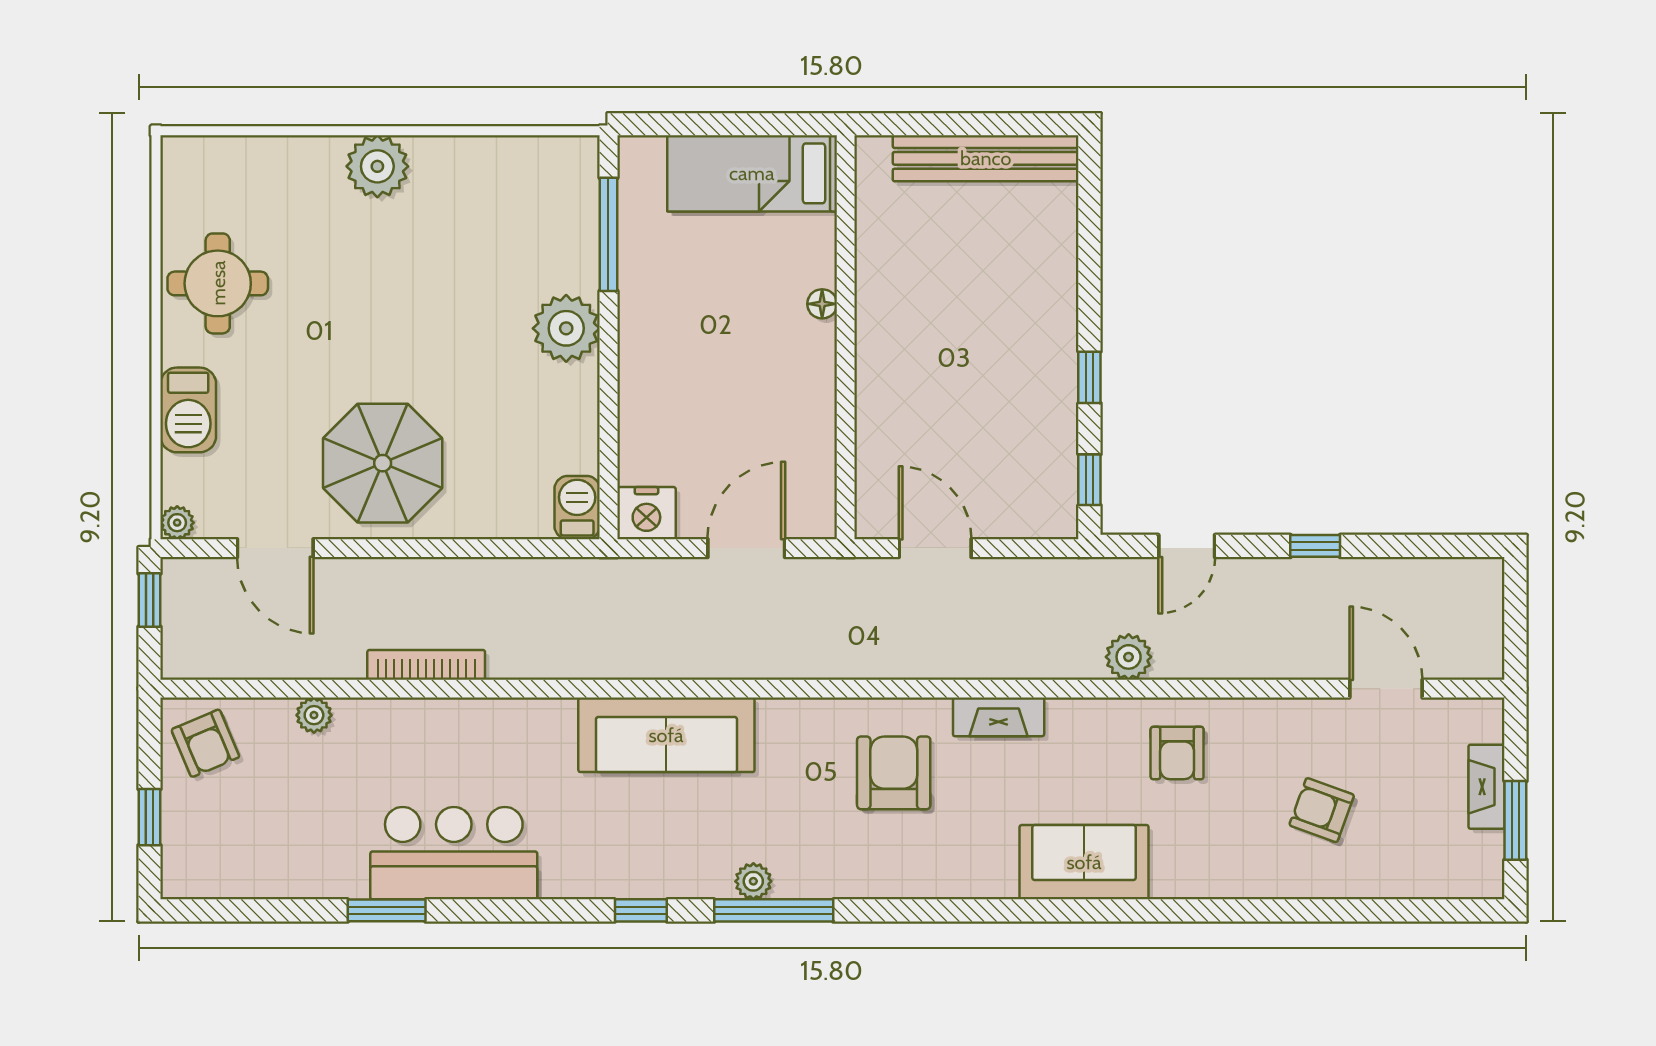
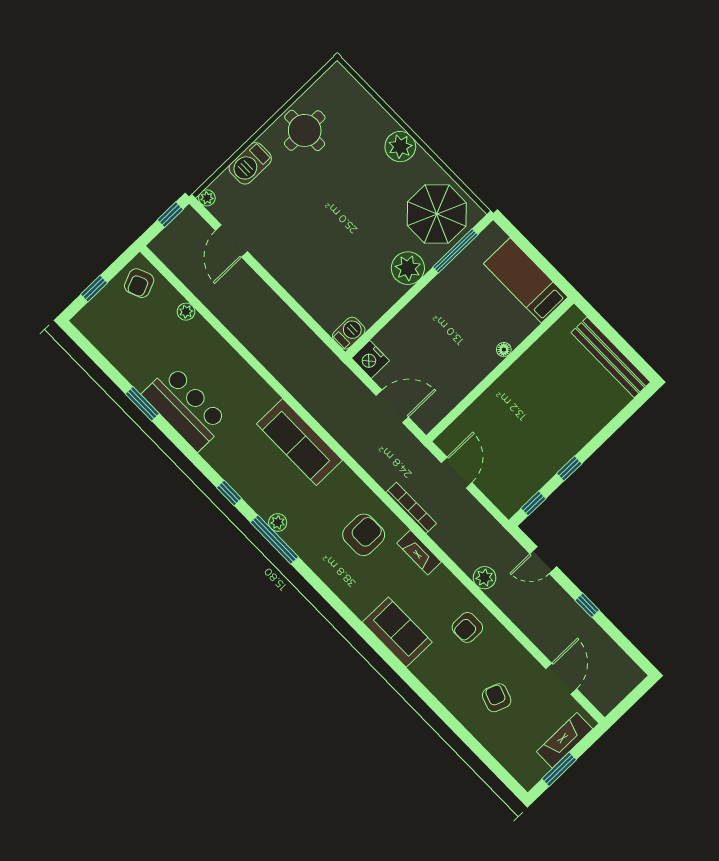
parasol: (383, 463) -> (437, 214), moved
bookcase: (426, 665) -> (411, 508), moved
fireplace: (1487, 787) -> (565, 740), width x1.37, depth x1.32

